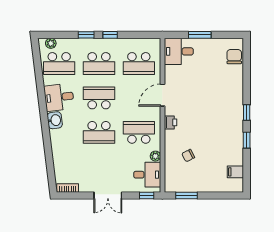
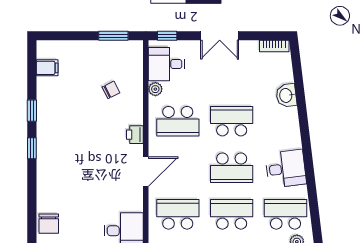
washbasin: (55, 120) -> (286, 95), moved
double door: (108, 196) -> (220, 36), swing flipped

